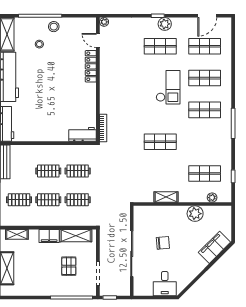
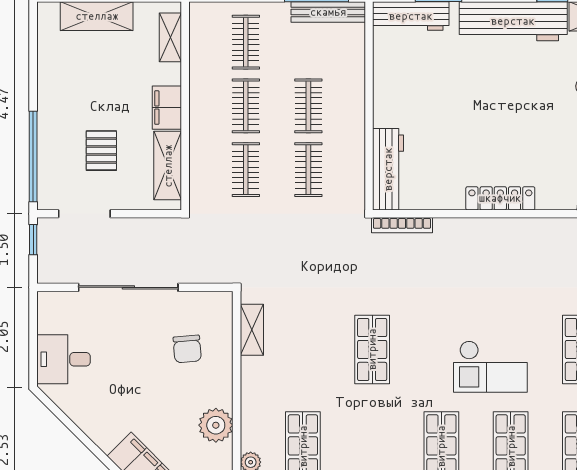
locker: (91, 66) -> (500, 198), moved
workbench: (83, 134) -> (388, 169), width x1.38
shelving: (166, 197) -> (252, 330), moved
chair: (163, 243) -> (187, 349), moved
pallet: (69, 266) -> (101, 151), turned 90

